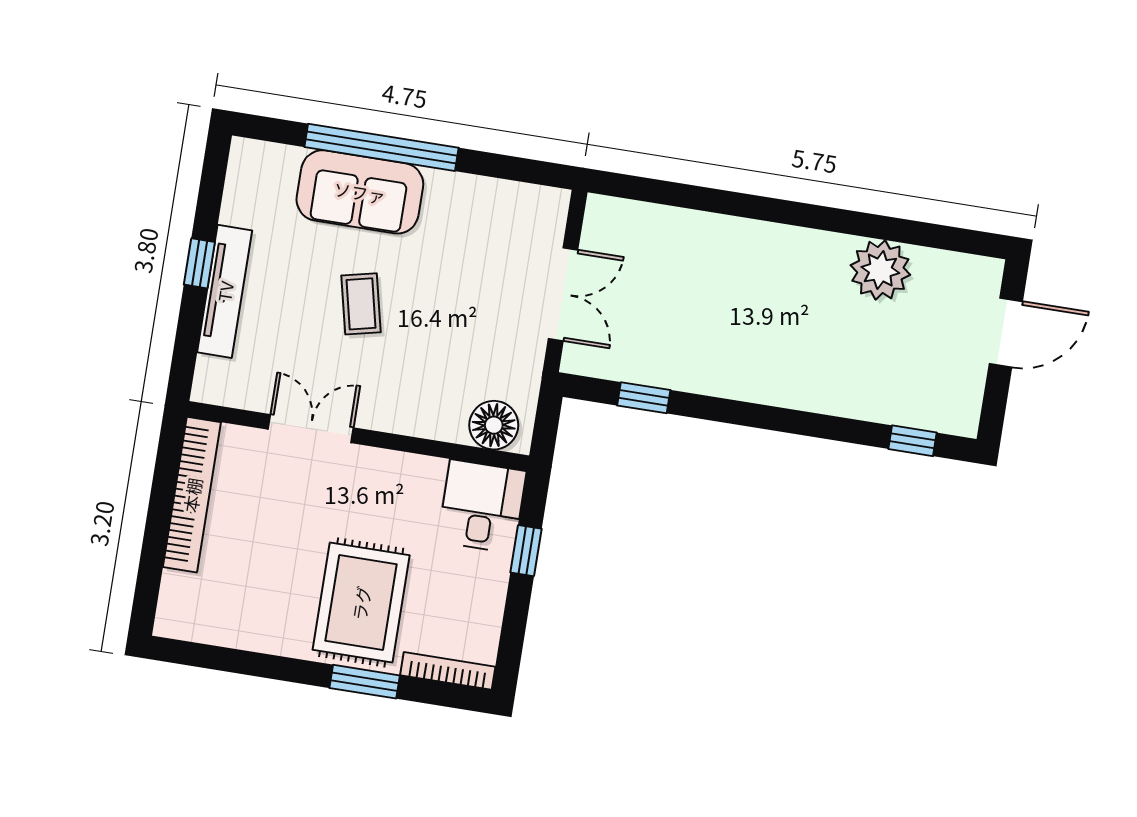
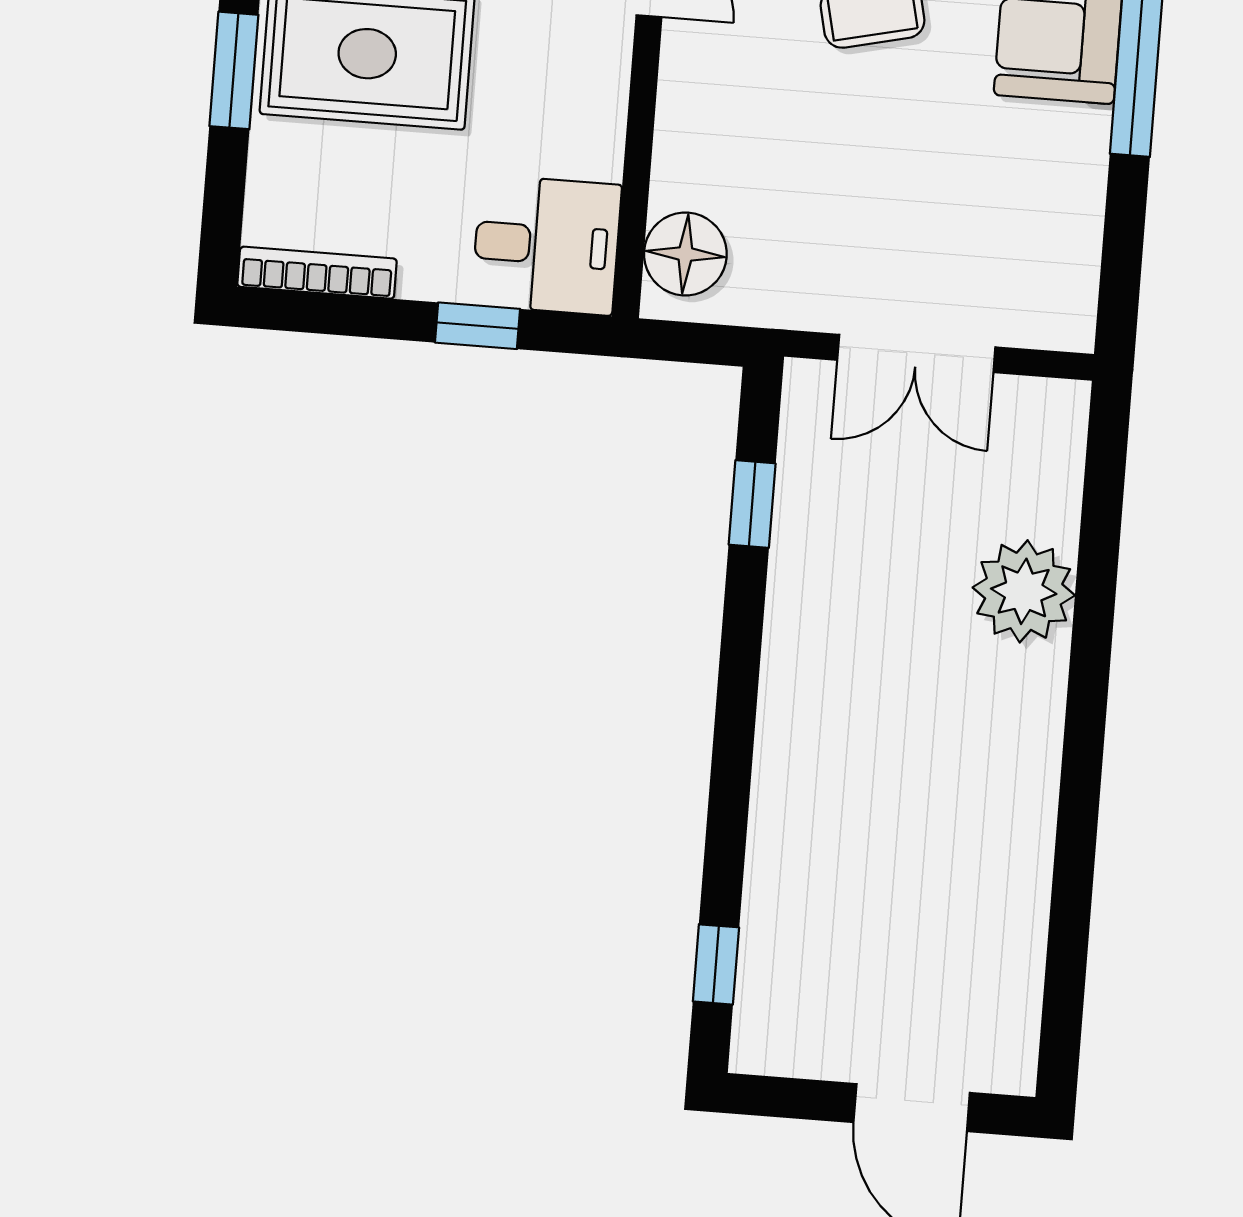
plant: (880, 270) -> (1024, 591), moved
bookcase: (448, 671) -> (317, 273), moved, turned -90

